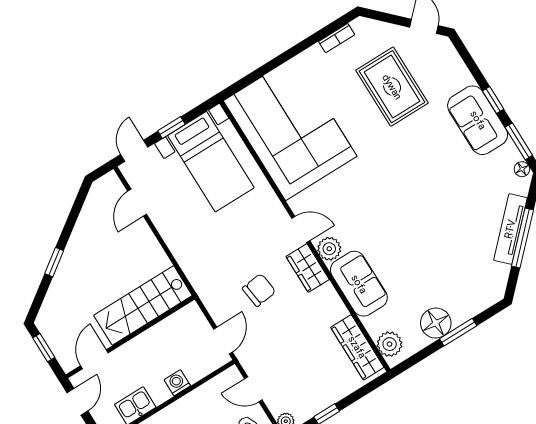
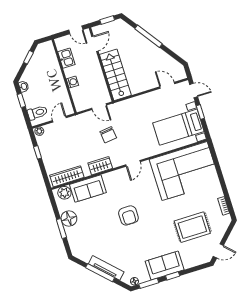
armchair: (401, 213) -> (128, 215), added
plant: (329, 249) -> (120, 175), removed
window: (54, 262) -> (148, 36), width x2.17
wardrobe: (308, 268) -> (100, 166), moved
sofa: (359, 284) -> (88, 189), moved
door: (223, 341) -> (99, 107), moved
door: (94, 359) -> (95, 44), hinge flipped

